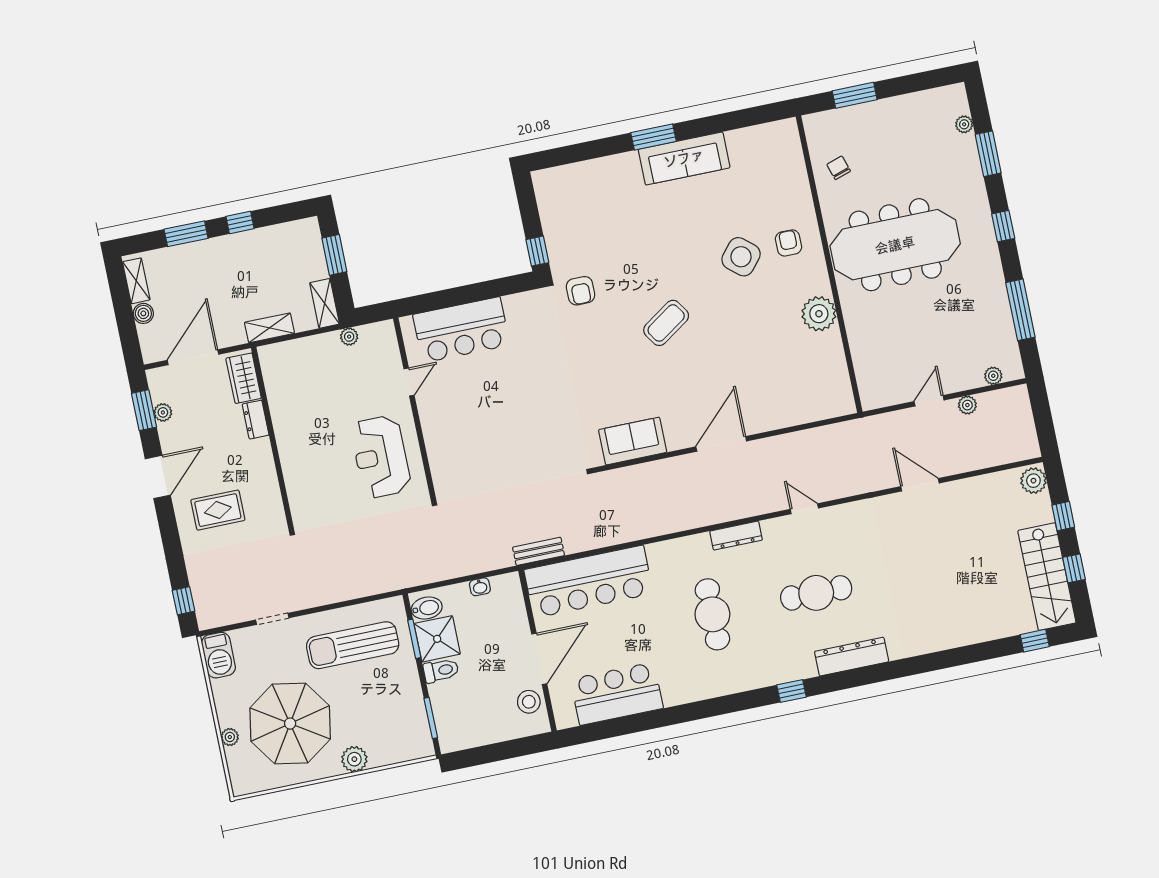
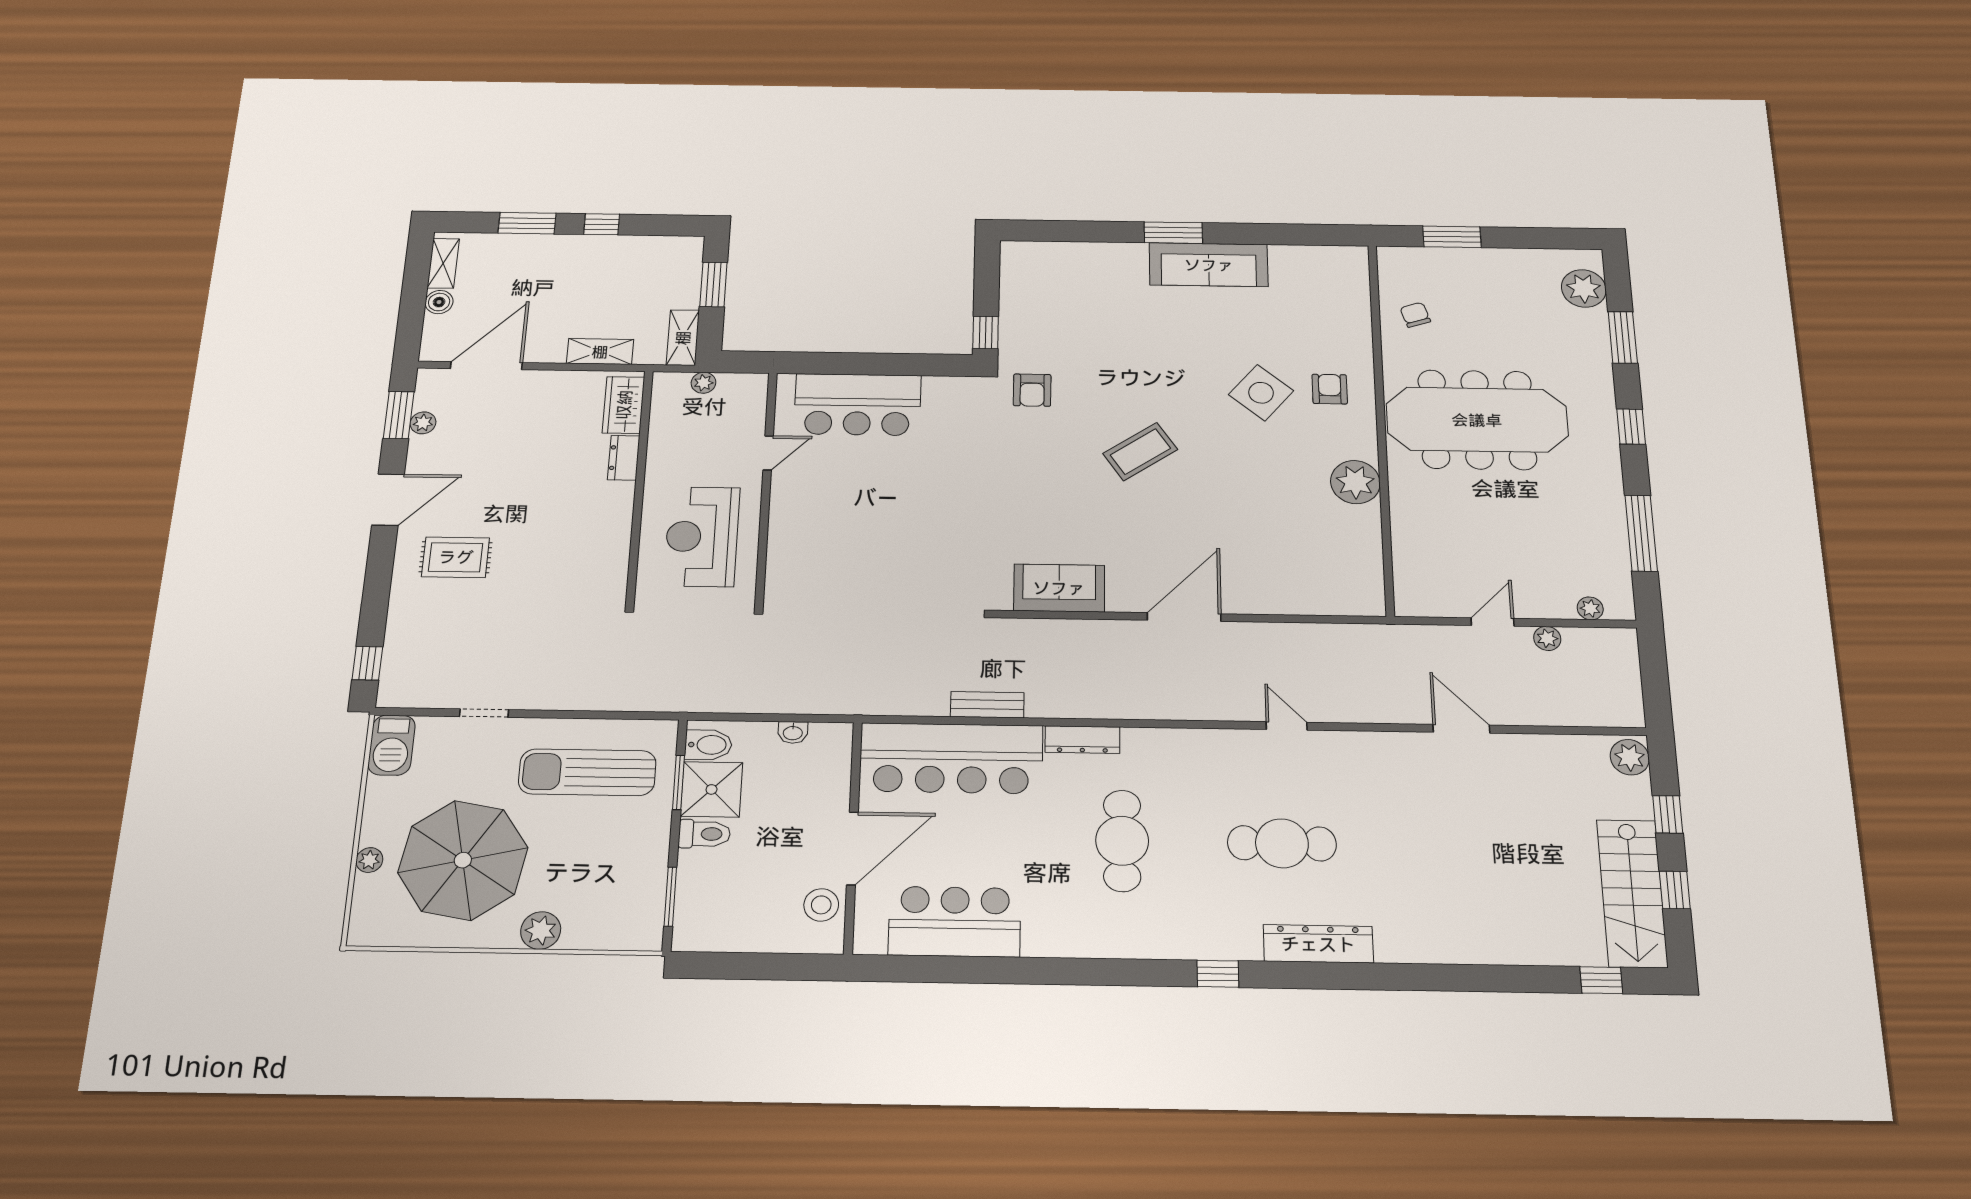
plant: (964, 124) -> (1584, 288), width x1.88, depth x1.88
wardrobe: (244, 378) -> (624, 405), moved
dresser: (256, 420) -> (624, 458), moved
wall: (273, 439) -> (640, 486), moved
dresser: (736, 536) -> (1082, 740), moved
bench: (539, 551) -> (987, 705), moved

